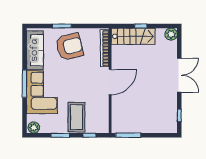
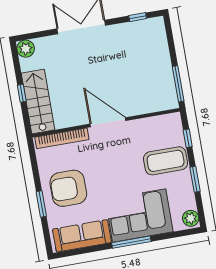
armchair: (69, 47) -> (68, 188), turned -76

